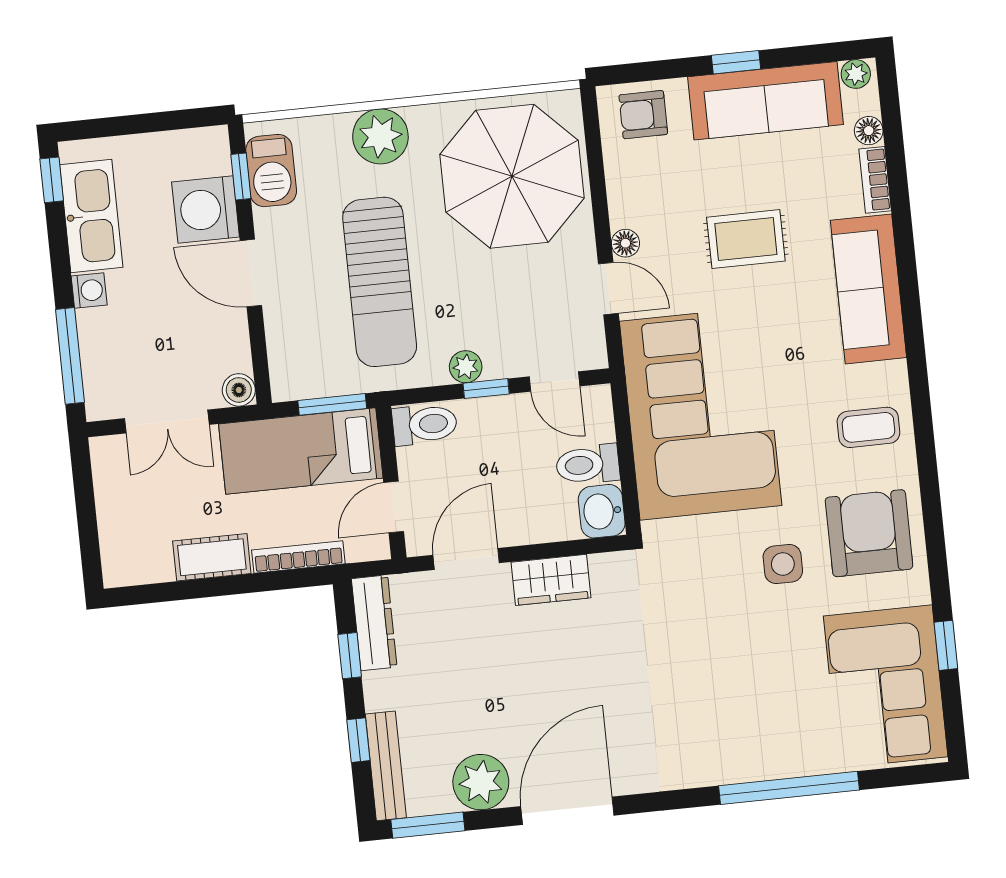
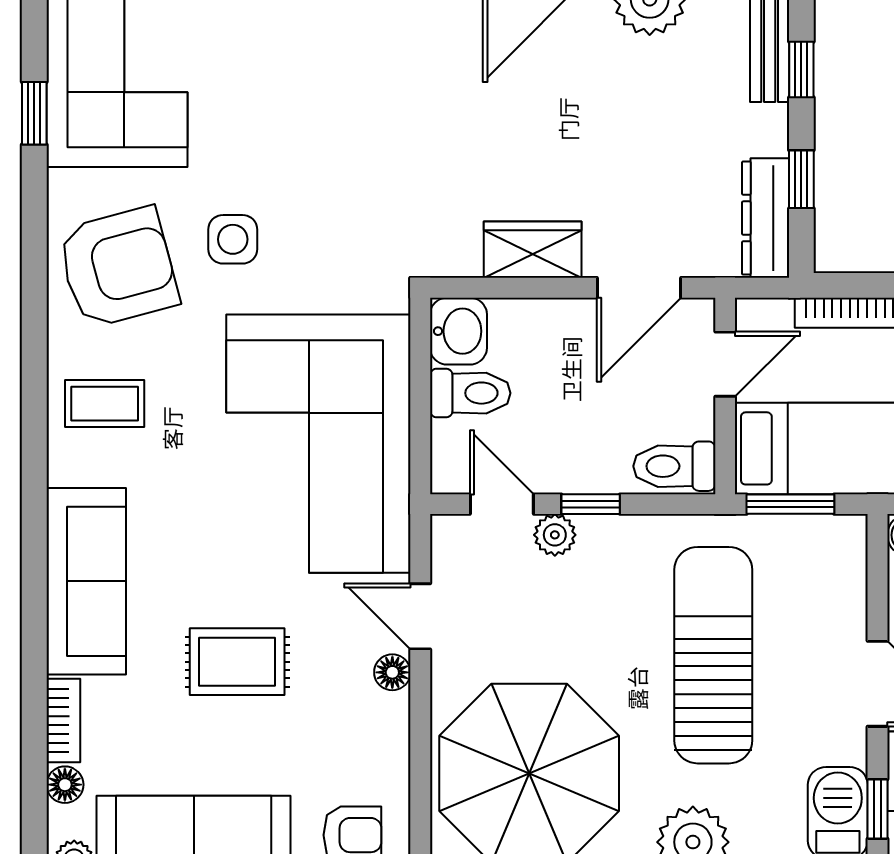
plant: (466, 367) -> (555, 535), moved
armchair: (869, 533) -> (118, 267), turned -105

